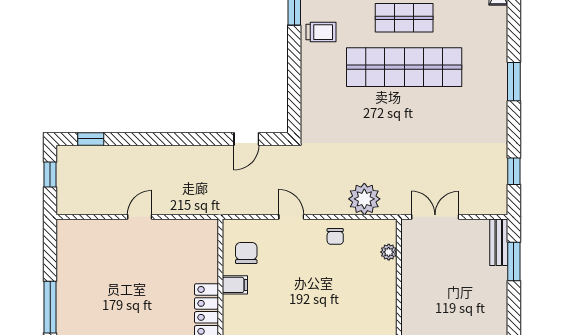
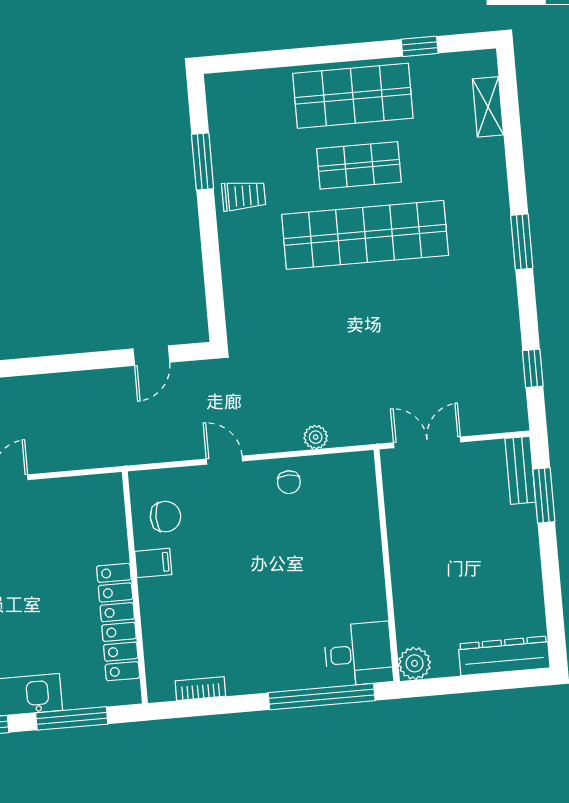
plant: (364, 199) -> (316, 437), width x0.53, depth x0.53
plant: (389, 252) -> (366, 498), removed
chair: (246, 253) -> (165, 517), turned 90

